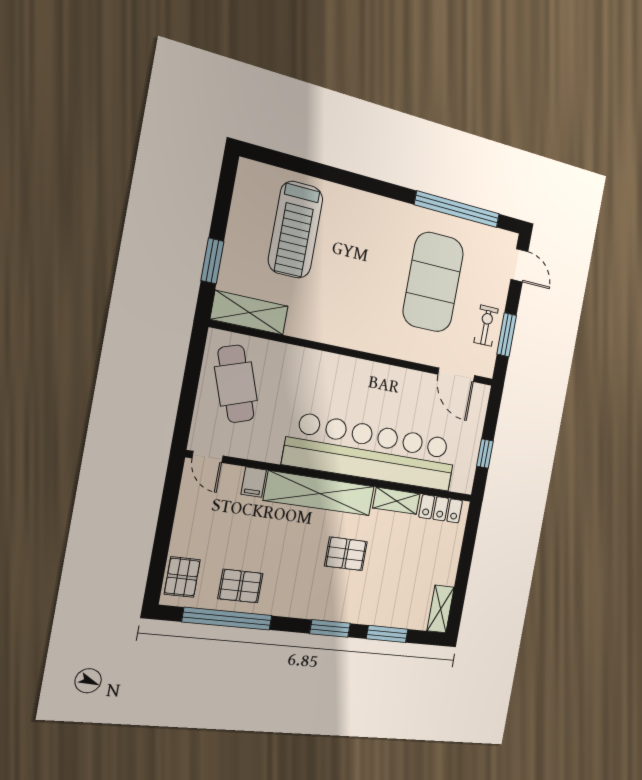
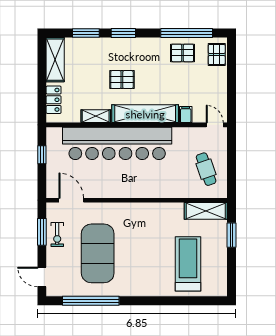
cafe table: (236, 384) -> (206, 169), width x0.73, depth x0.74
locker: (441, 509) -> (54, 100), moved, turned 90
shelving: (441, 609) -> (55, 60), width x1.50, depth x1.33

